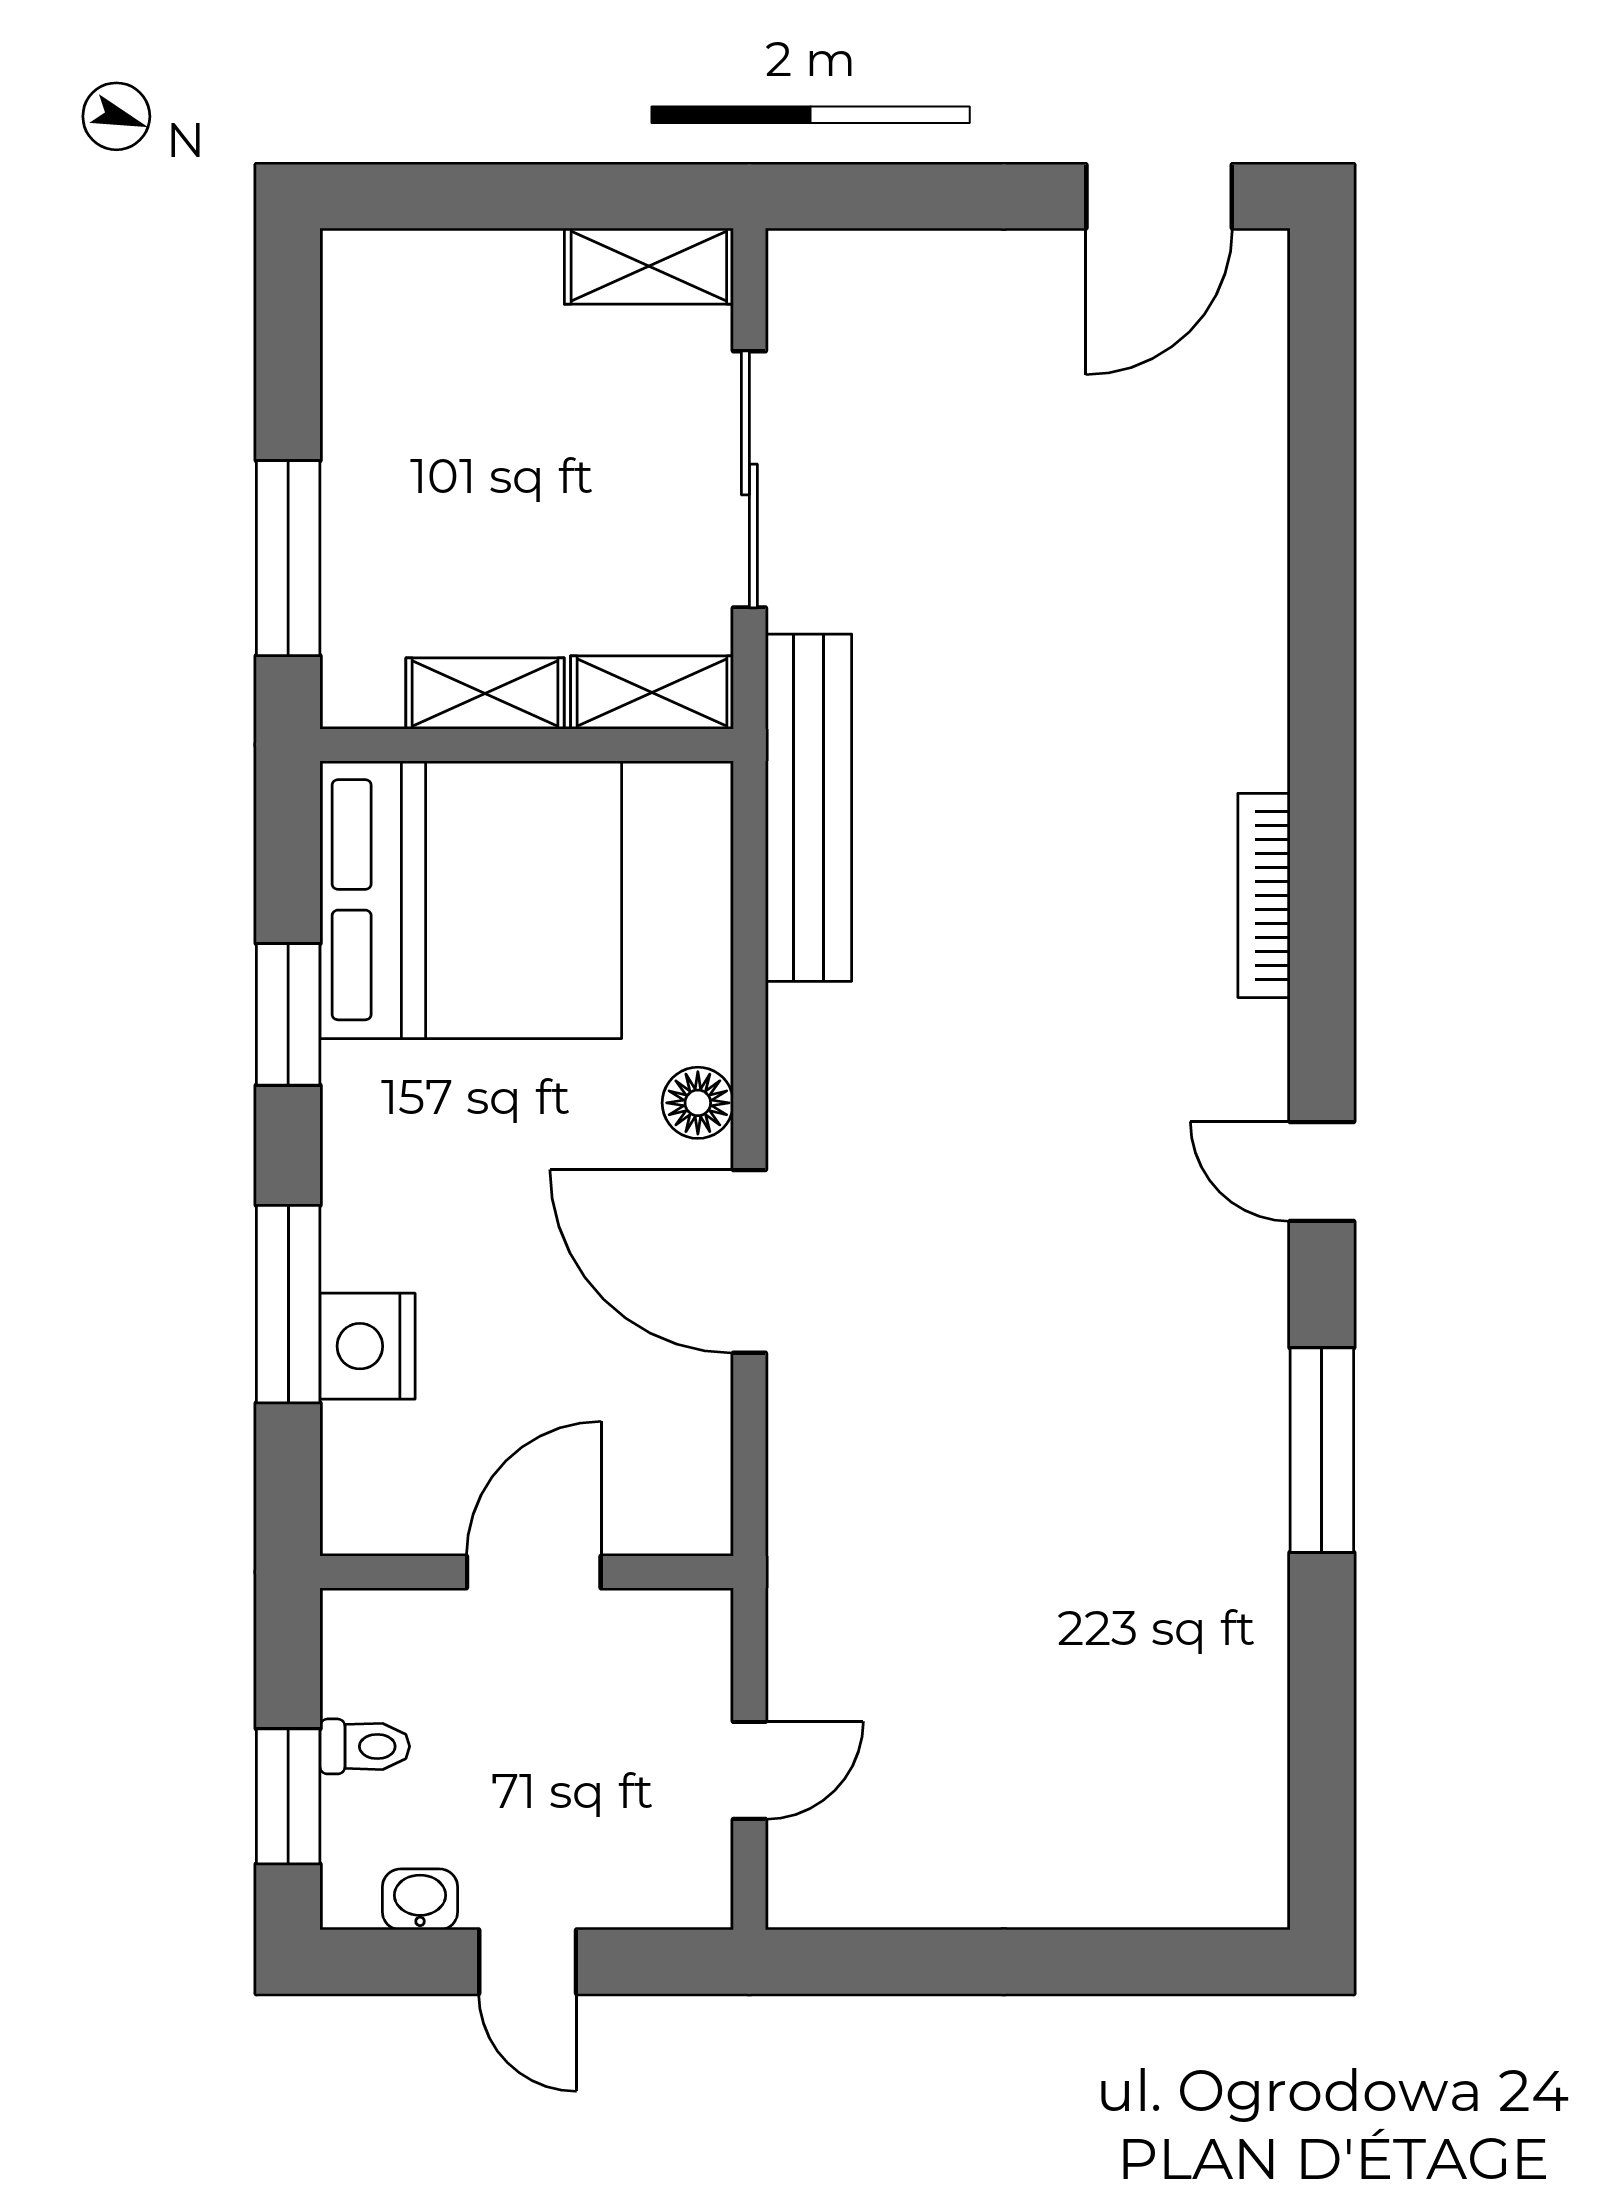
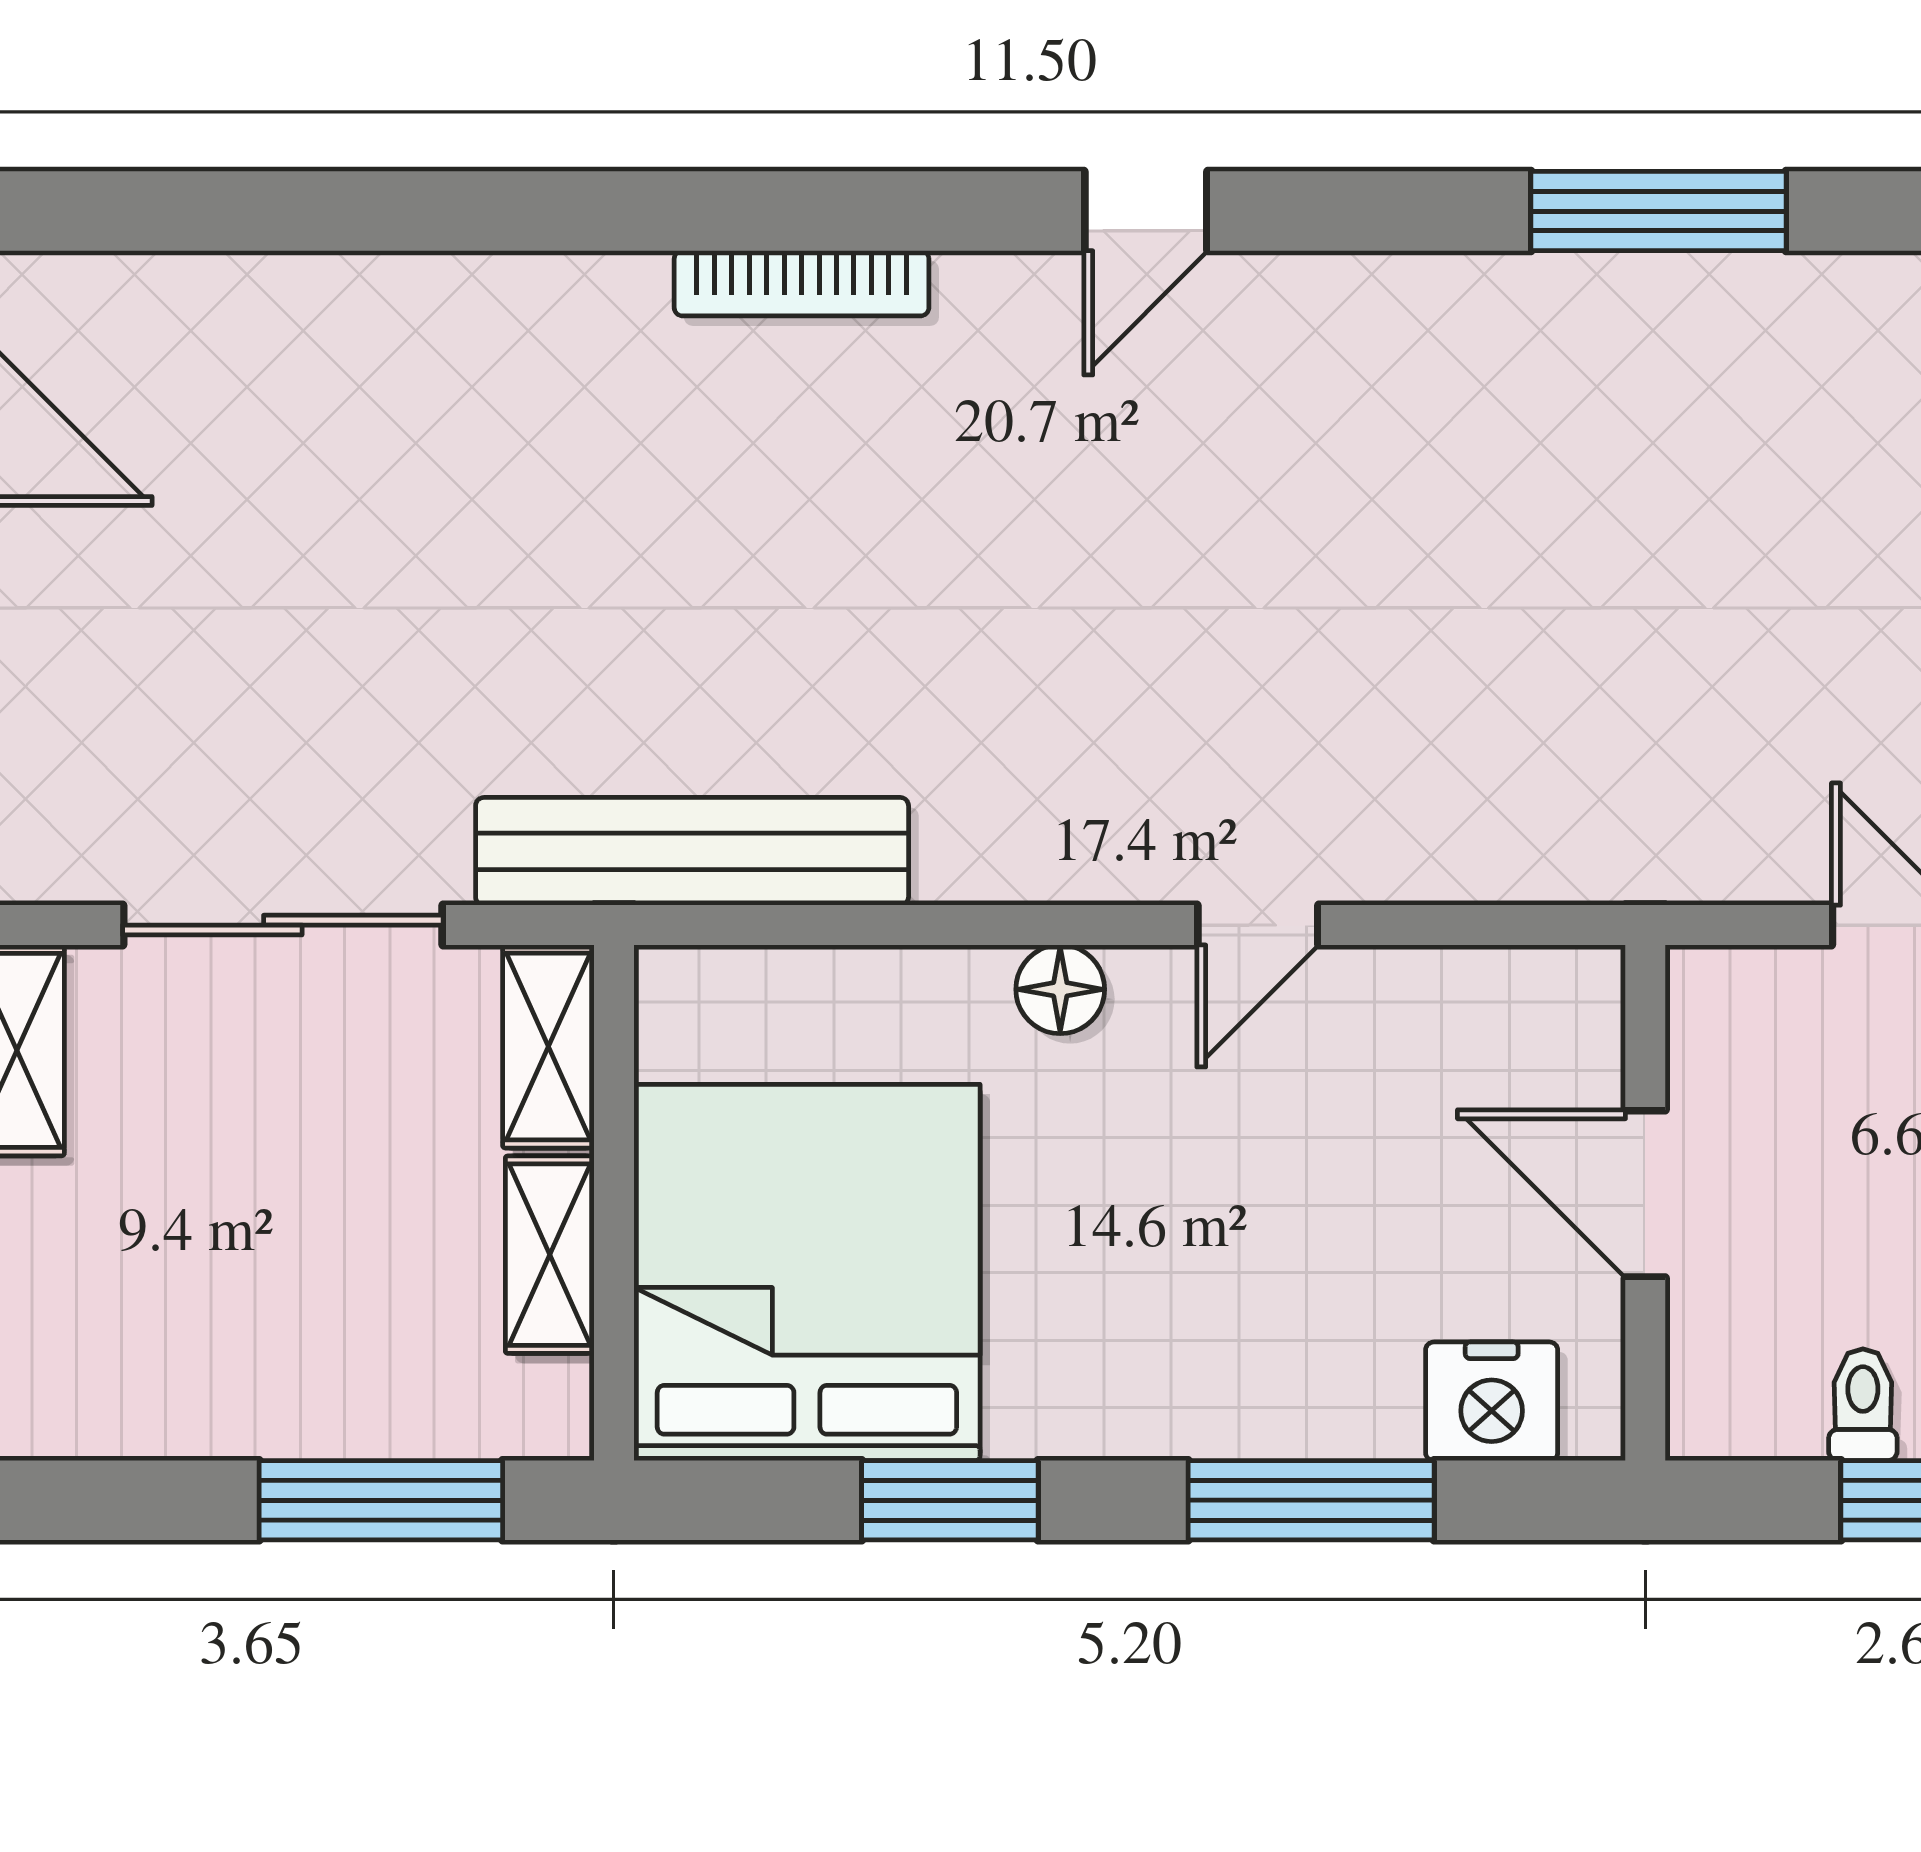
door: (749, 1261) -> (1258, 925), width x0.53
nightstand: (367, 1346) -> (1492, 1401), moved
window: (1322, 1450) -> (1658, 211), moved

